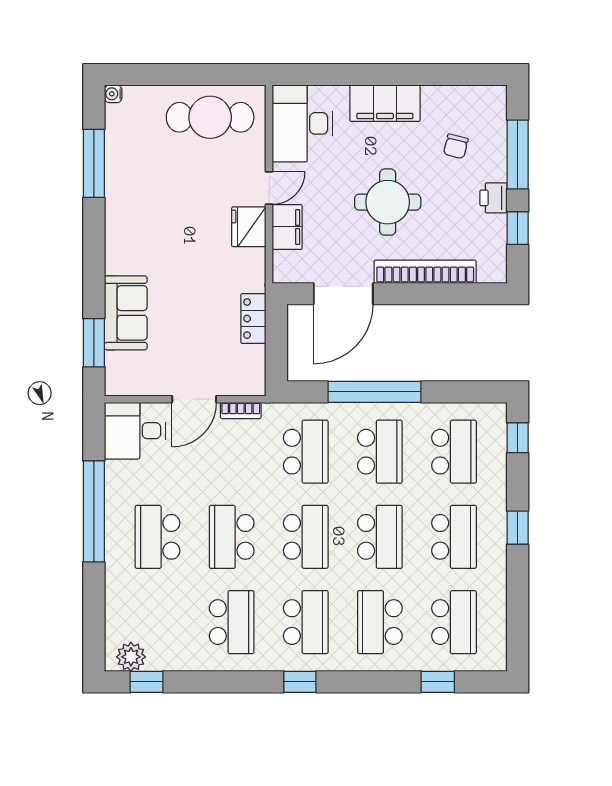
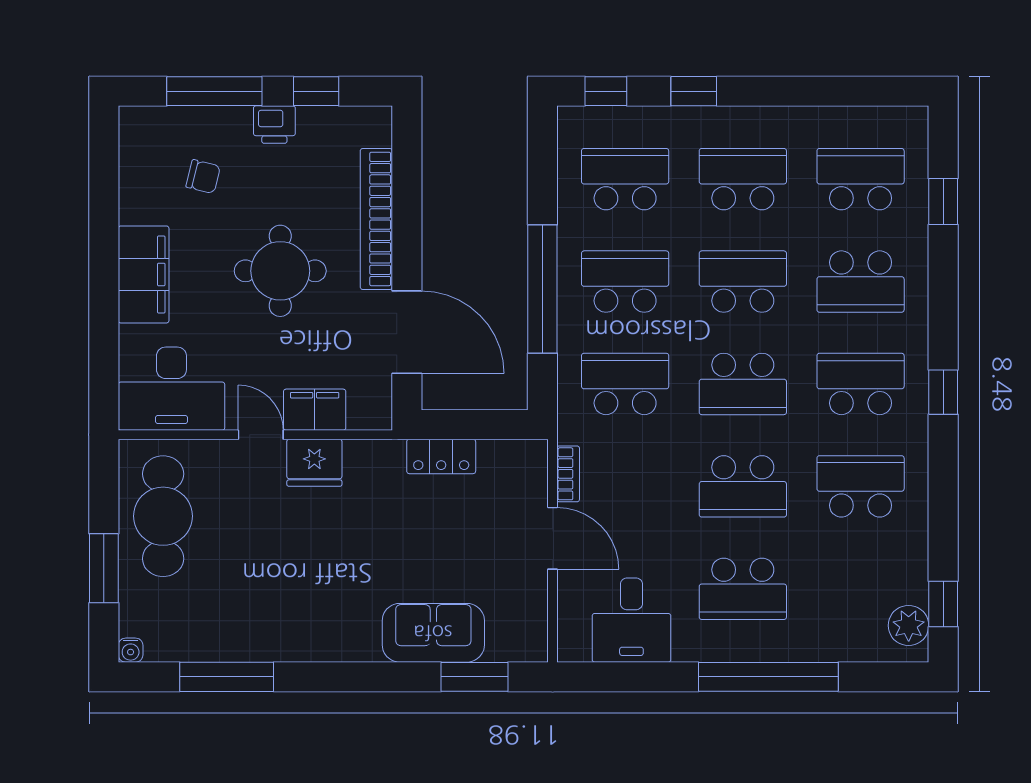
window: (172, 75) -> (104, 568), added
desk: (135, 431) -> (631, 620), moved
window: (94, 511) -> (768, 677), moved
window: (518, 528) -> (694, 91), moved
school desk: (306, 537) -> (743, 384), turned 180

